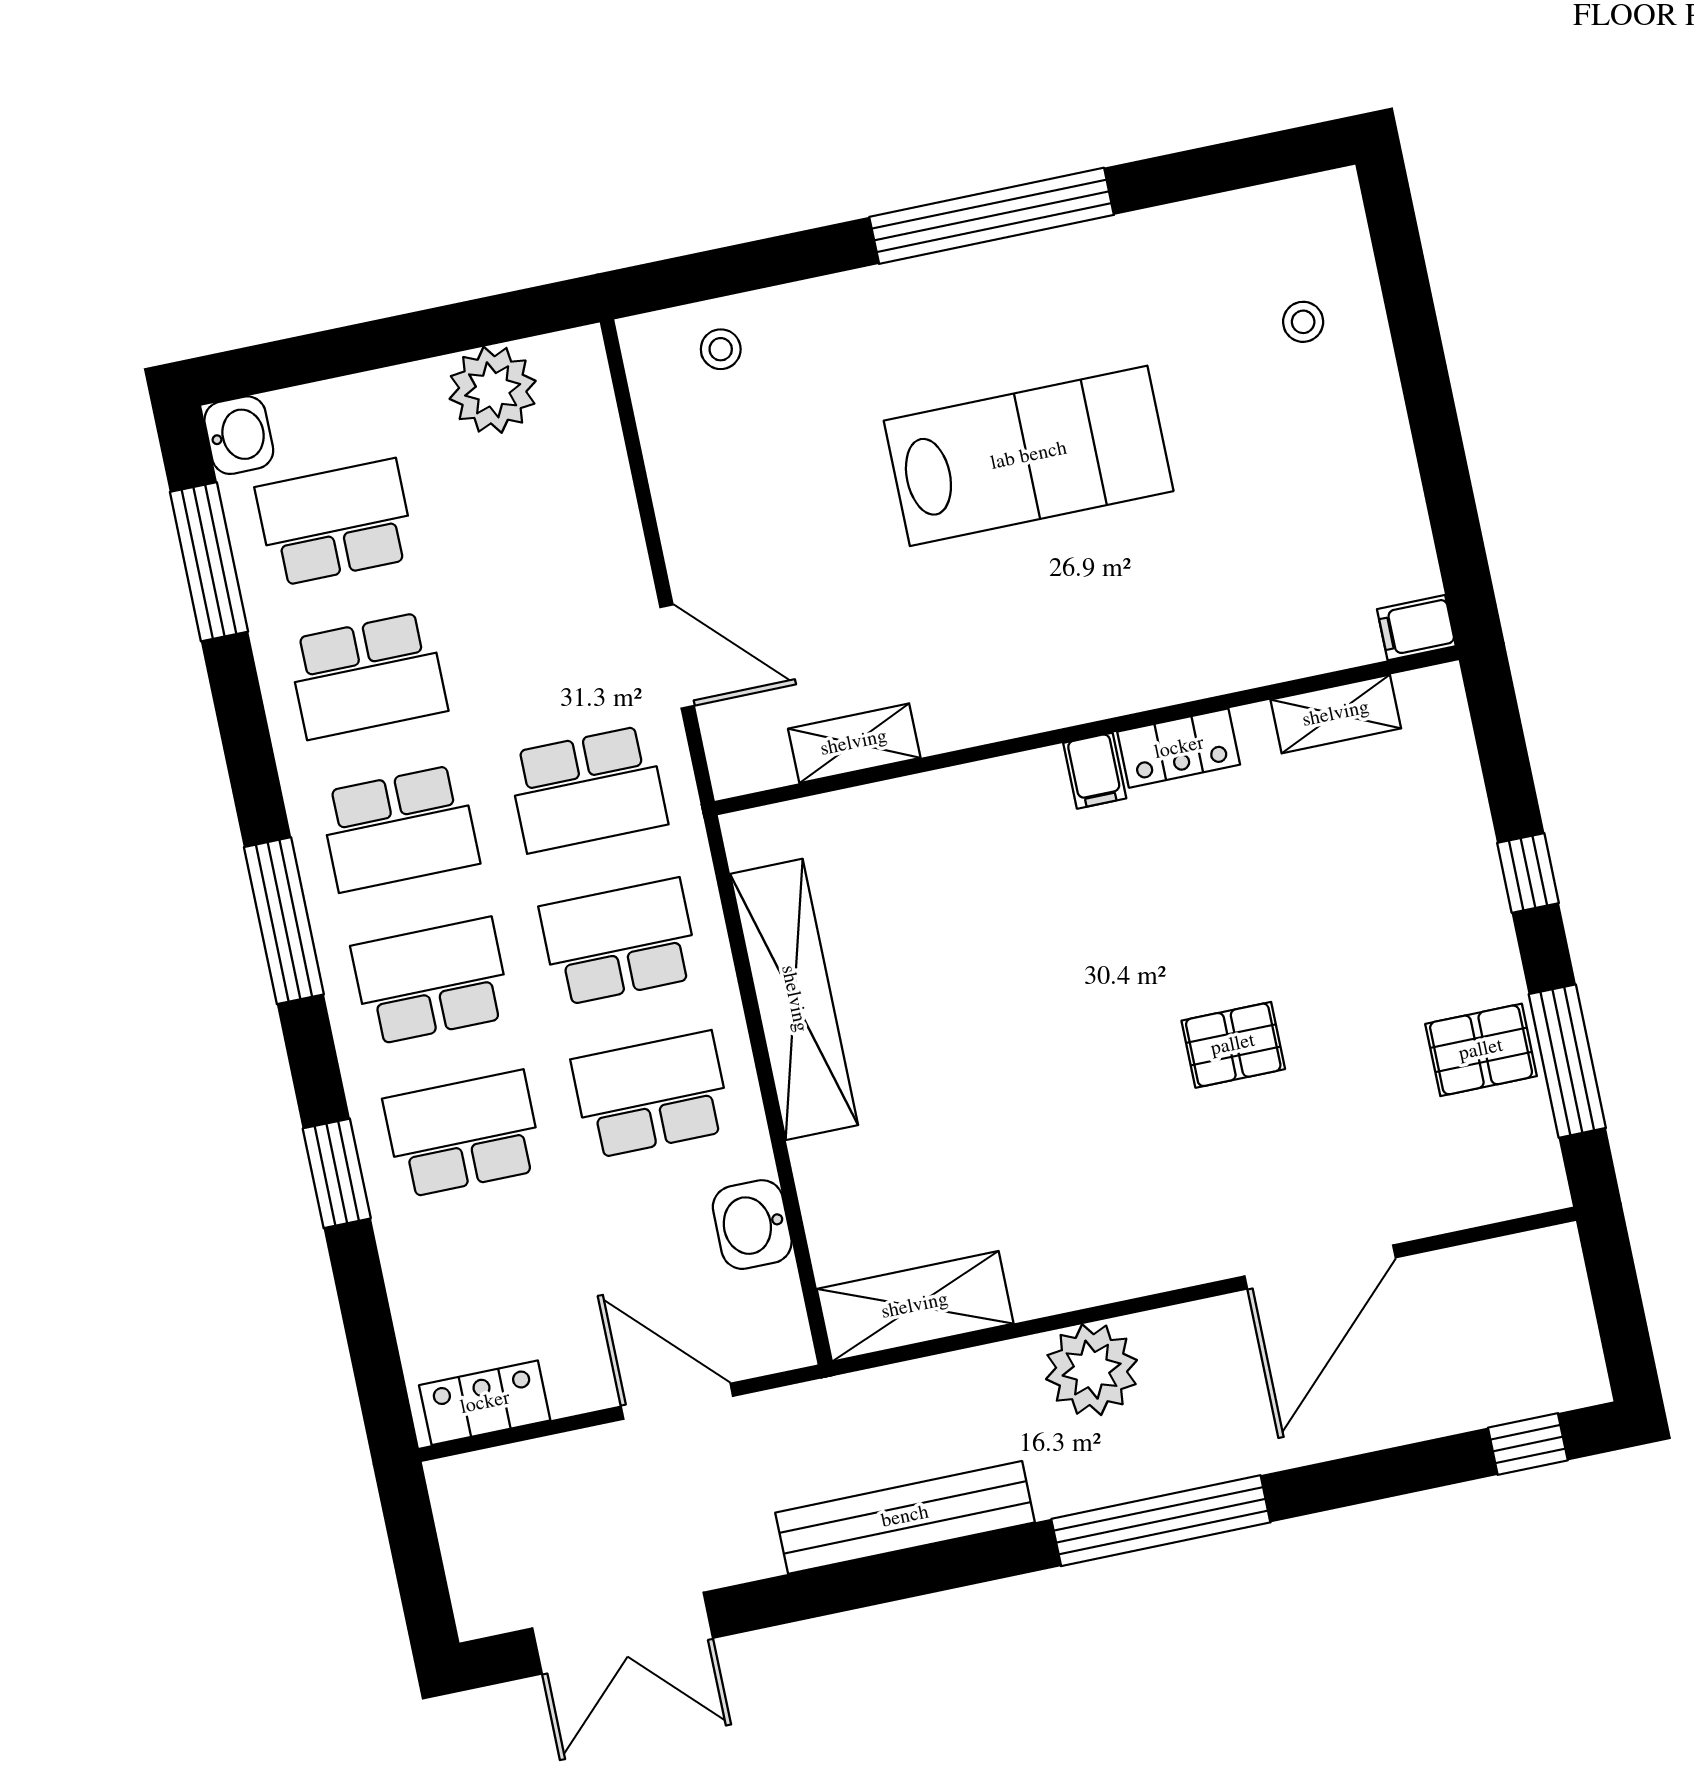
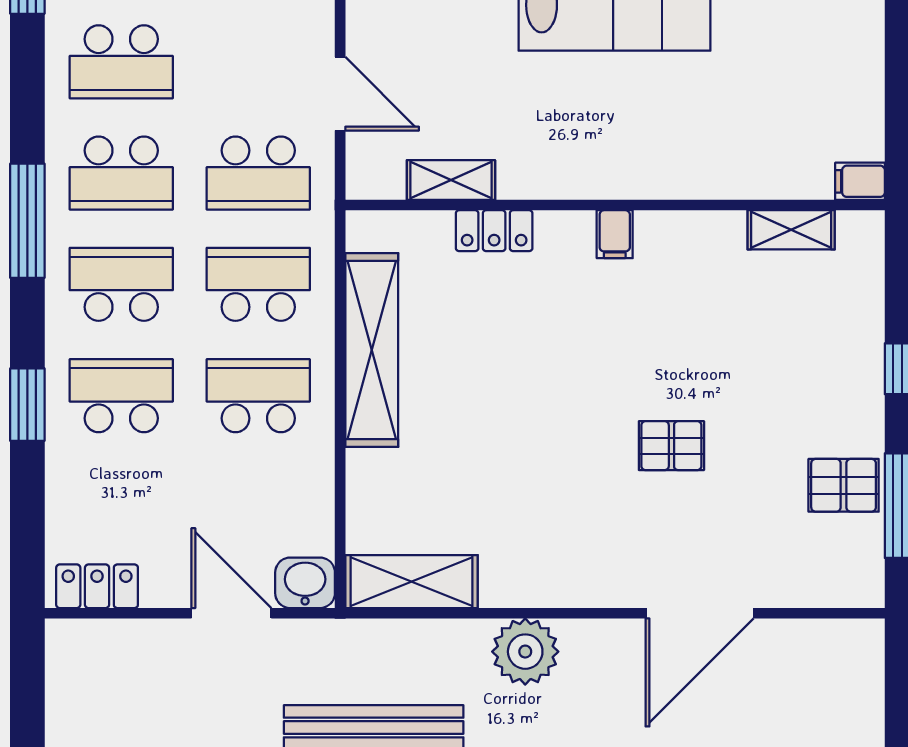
locker: (1179, 748) -> (494, 231), moved
washbasin: (752, 1225) -> (305, 583), moved, turned 90

